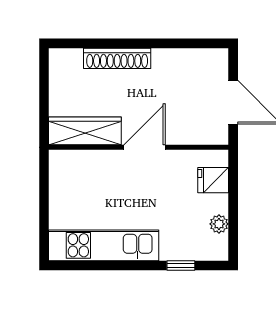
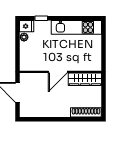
shoe rack: (117, 58) -> (86, 112), moved
fridge: (213, 180) -> (27, 26), moved

